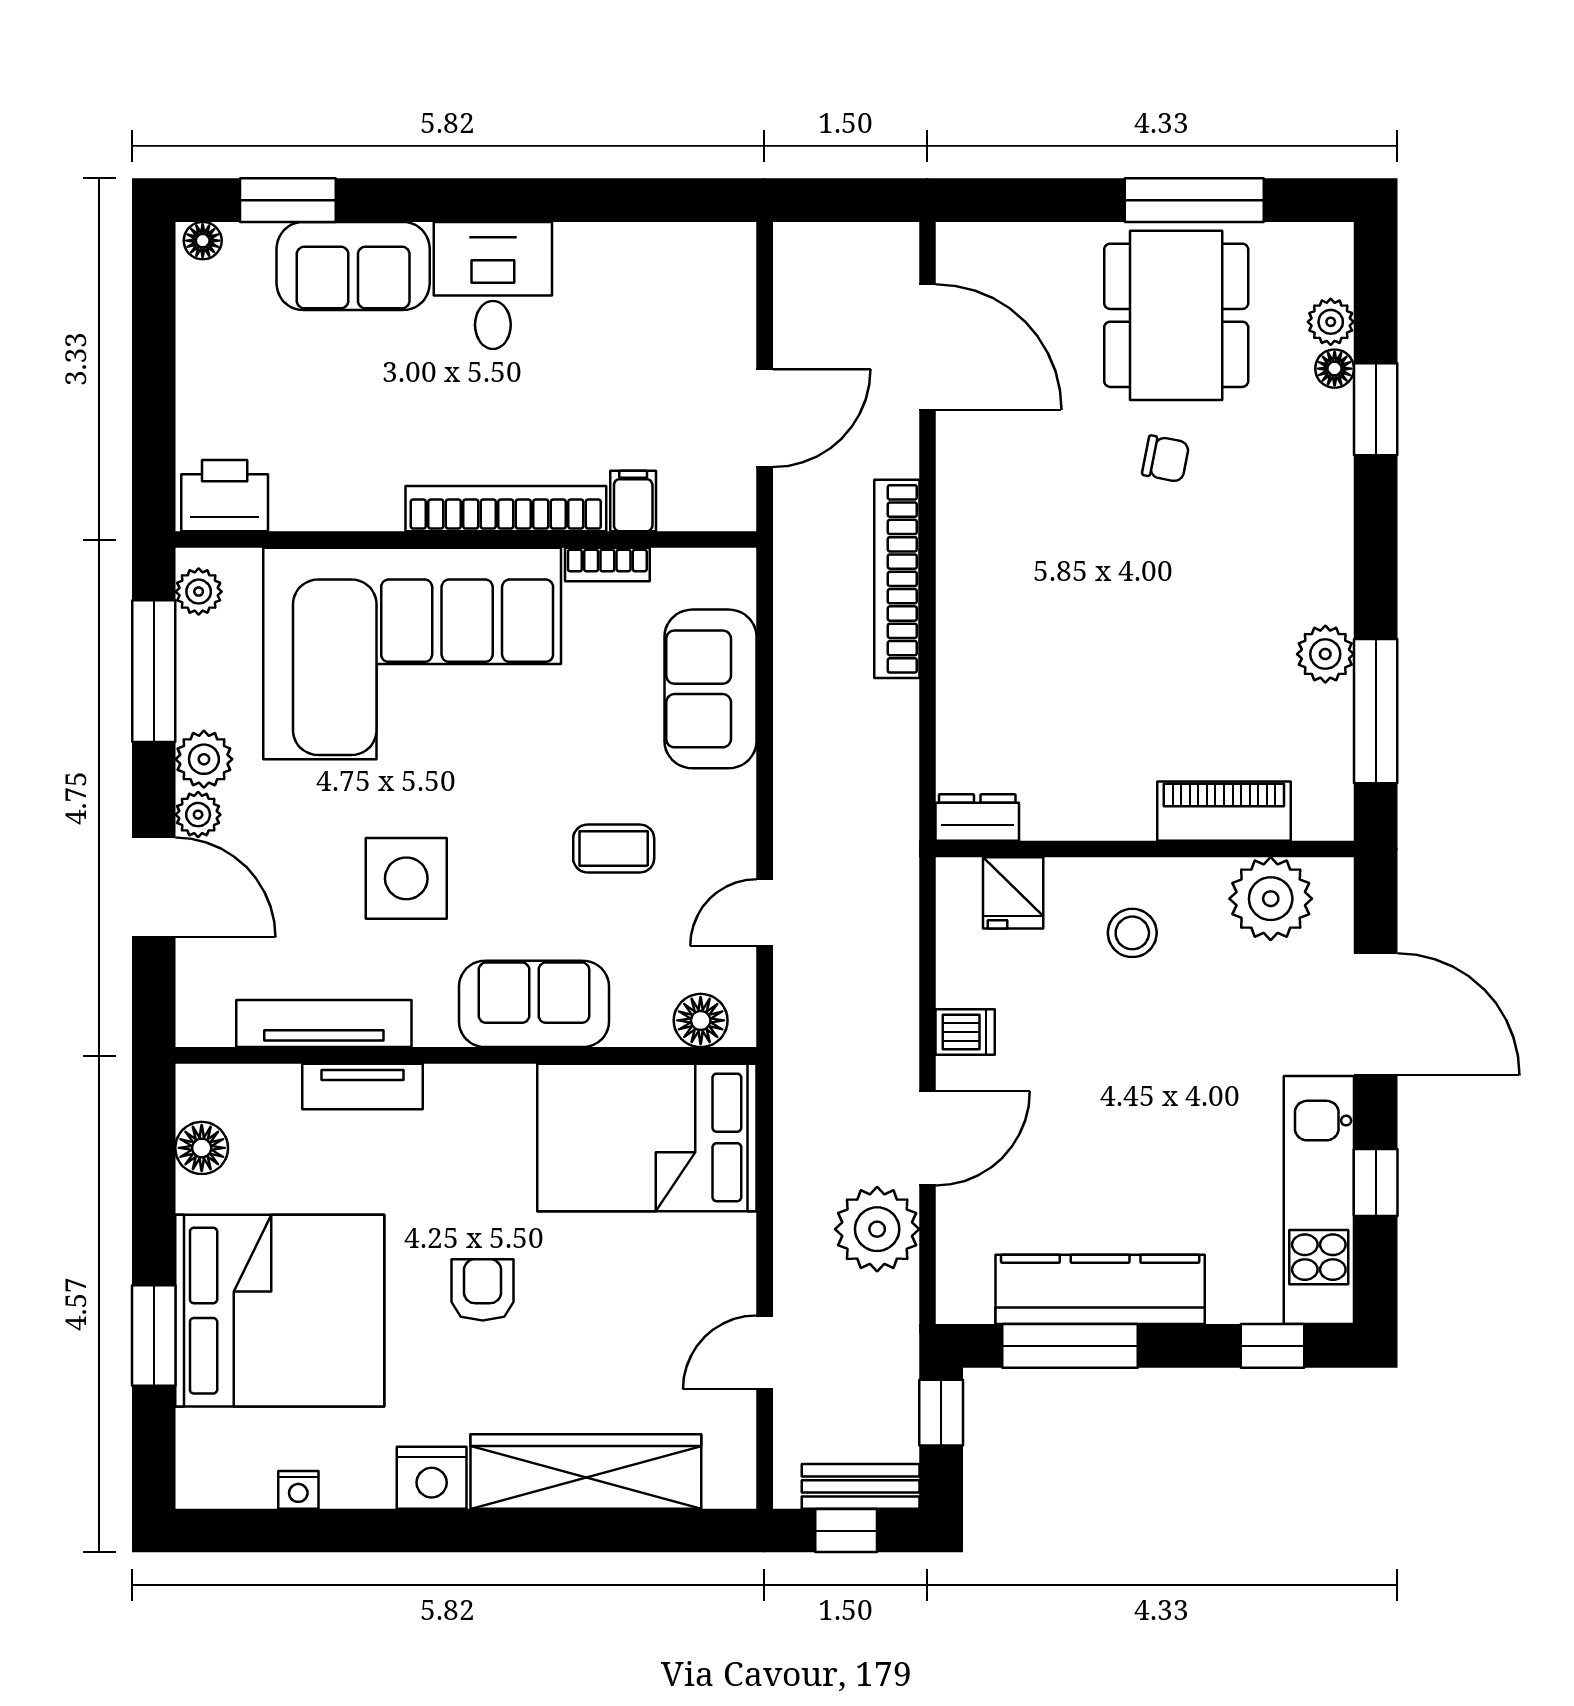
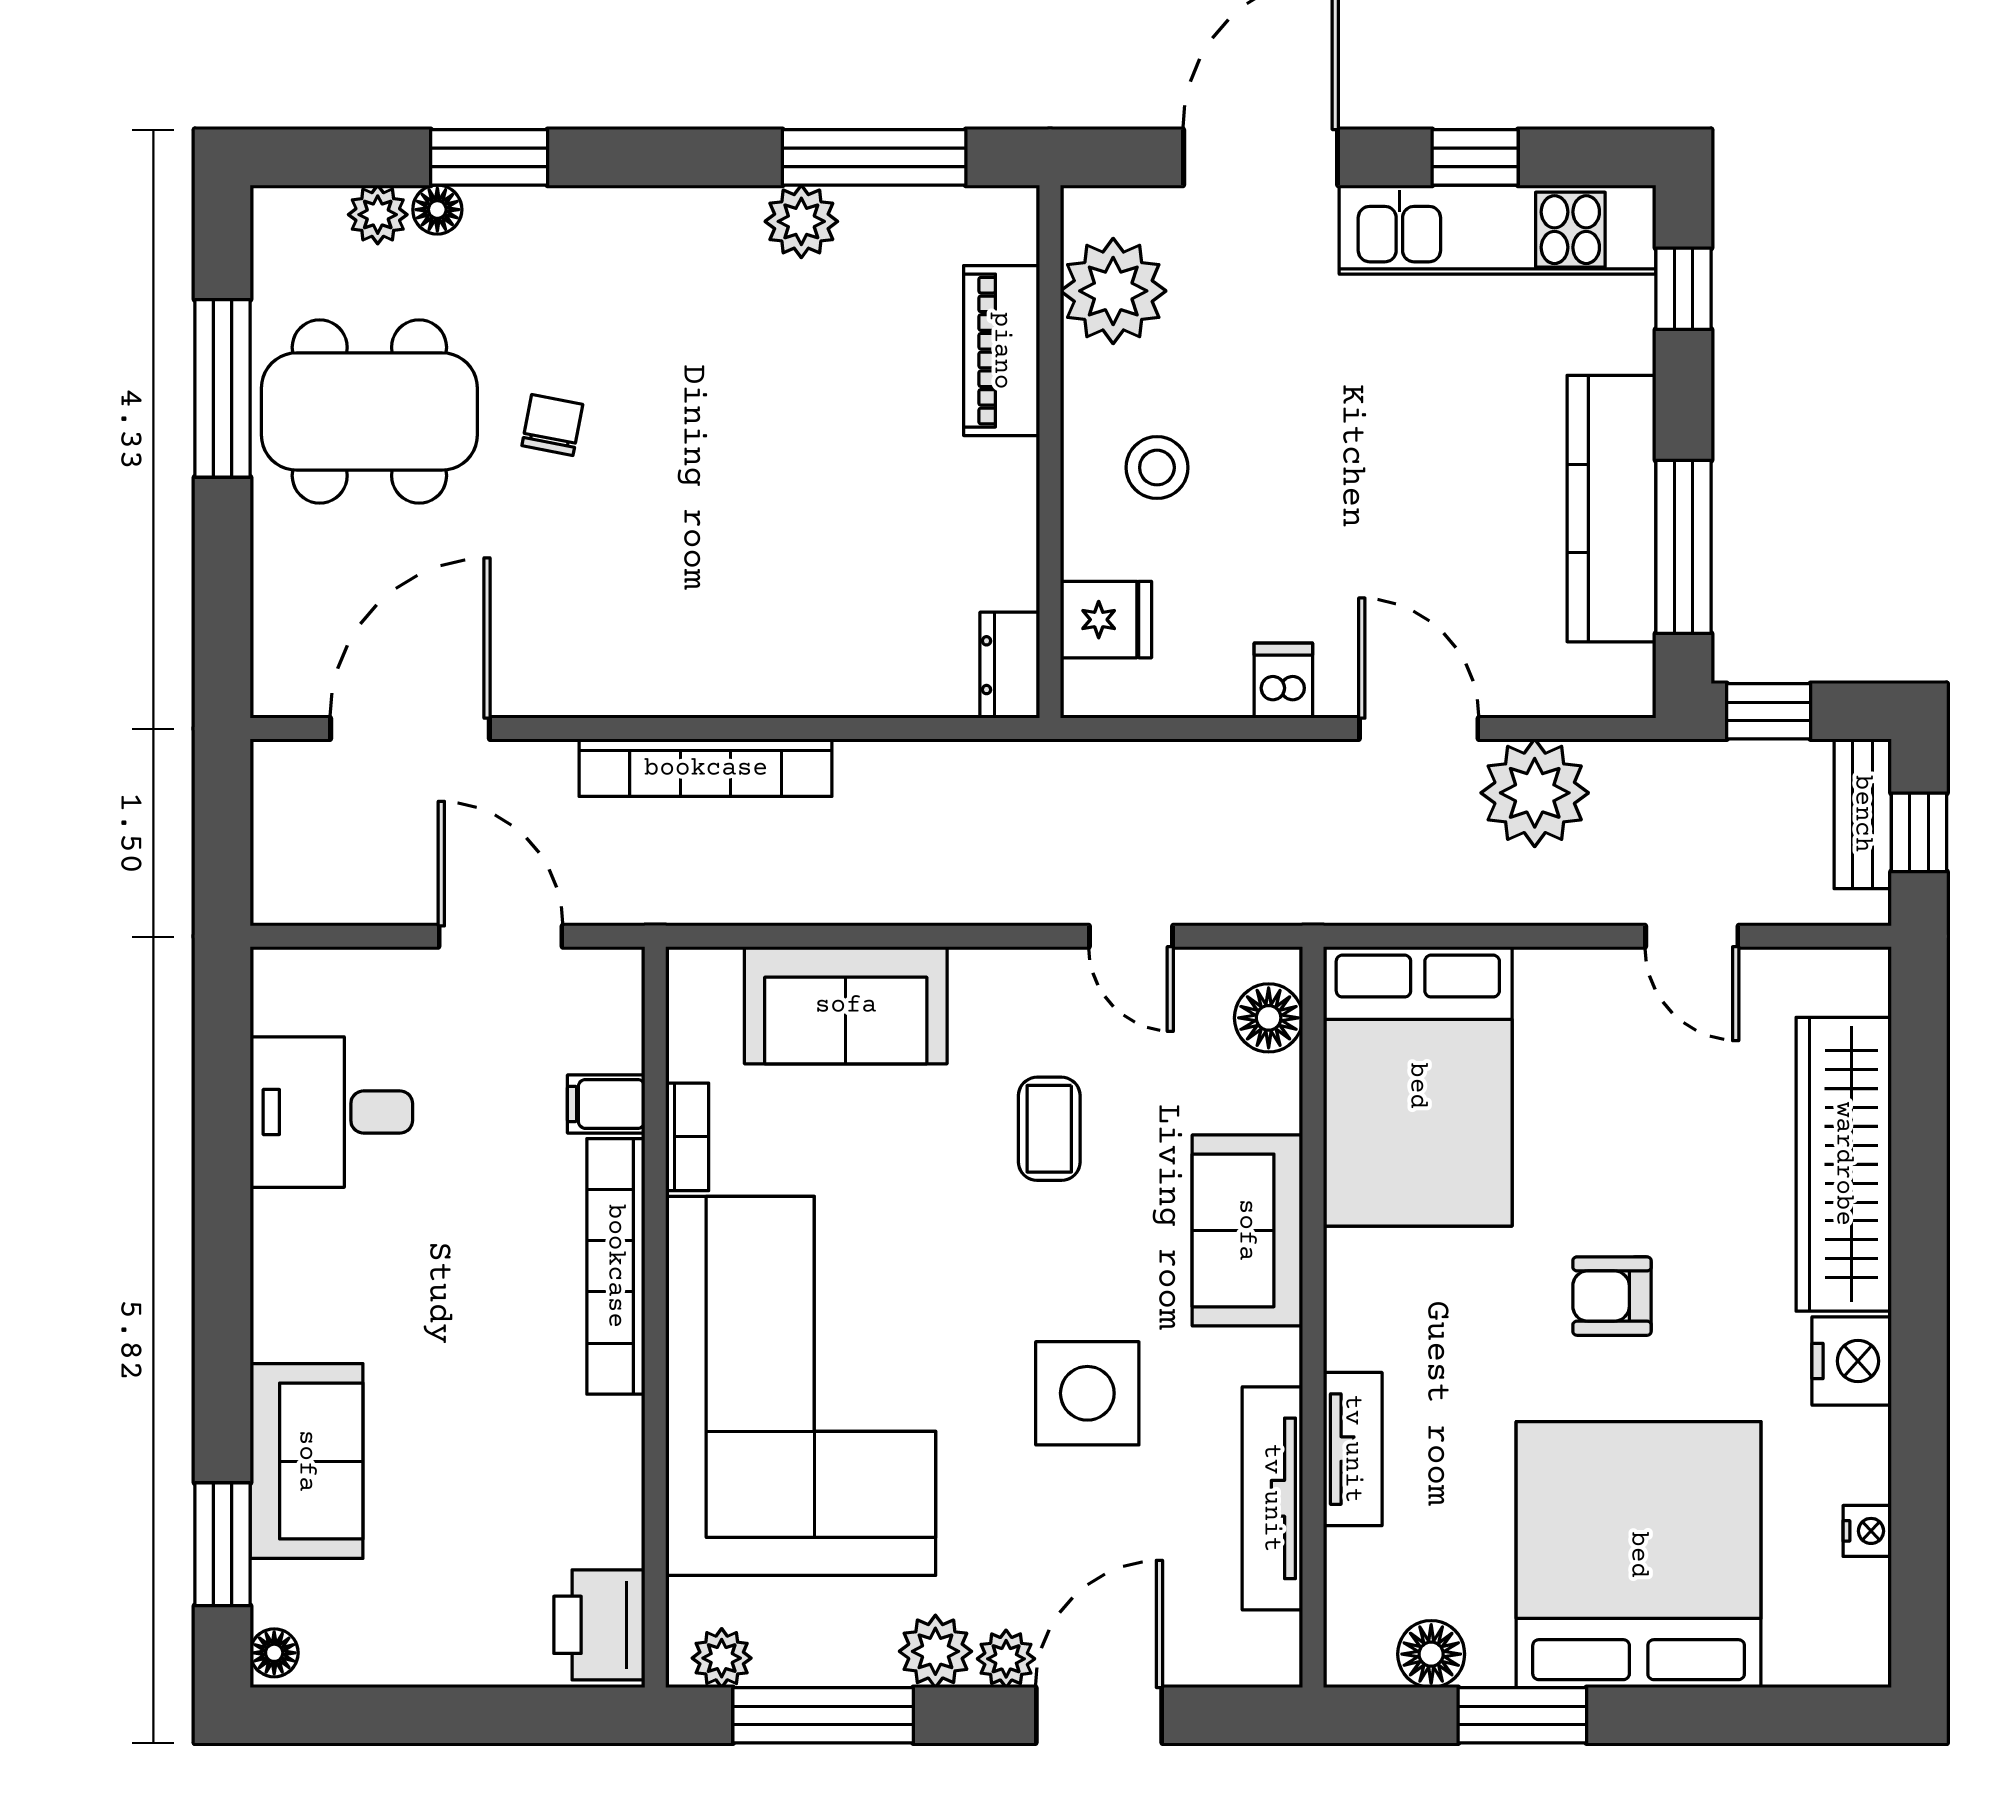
desk: (493, 285) -> (331, 1112), moved
window: (154, 1336) -> (1522, 1715), moved

